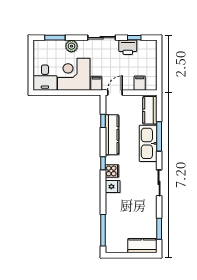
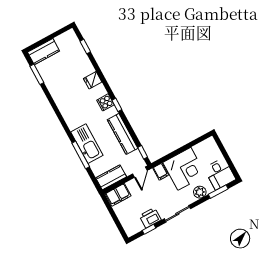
desk: (45, 78) -> (220, 174), moved, turned 180
filing cabinet: (140, 83) -> (118, 195), width x2.00
kitchen counter: (150, 110) -> (111, 177), moved, turned -90
window: (103, 121) -> (143, 152), moved
sliding door: (159, 183) -> (59, 114), removed
fridge: (113, 187) -> (93, 80), moved
window: (103, 230) -> (85, 47), width x0.46

